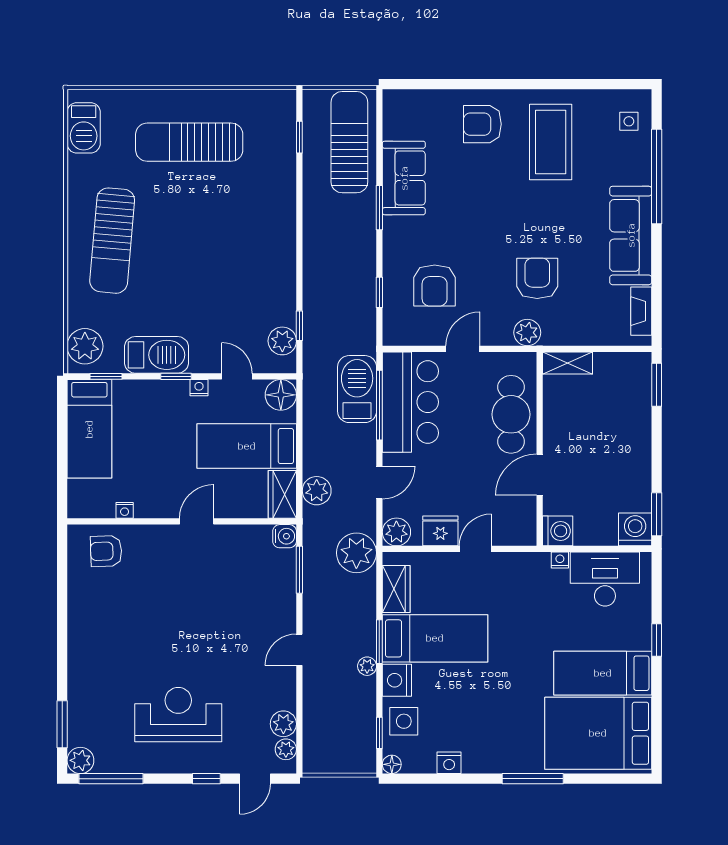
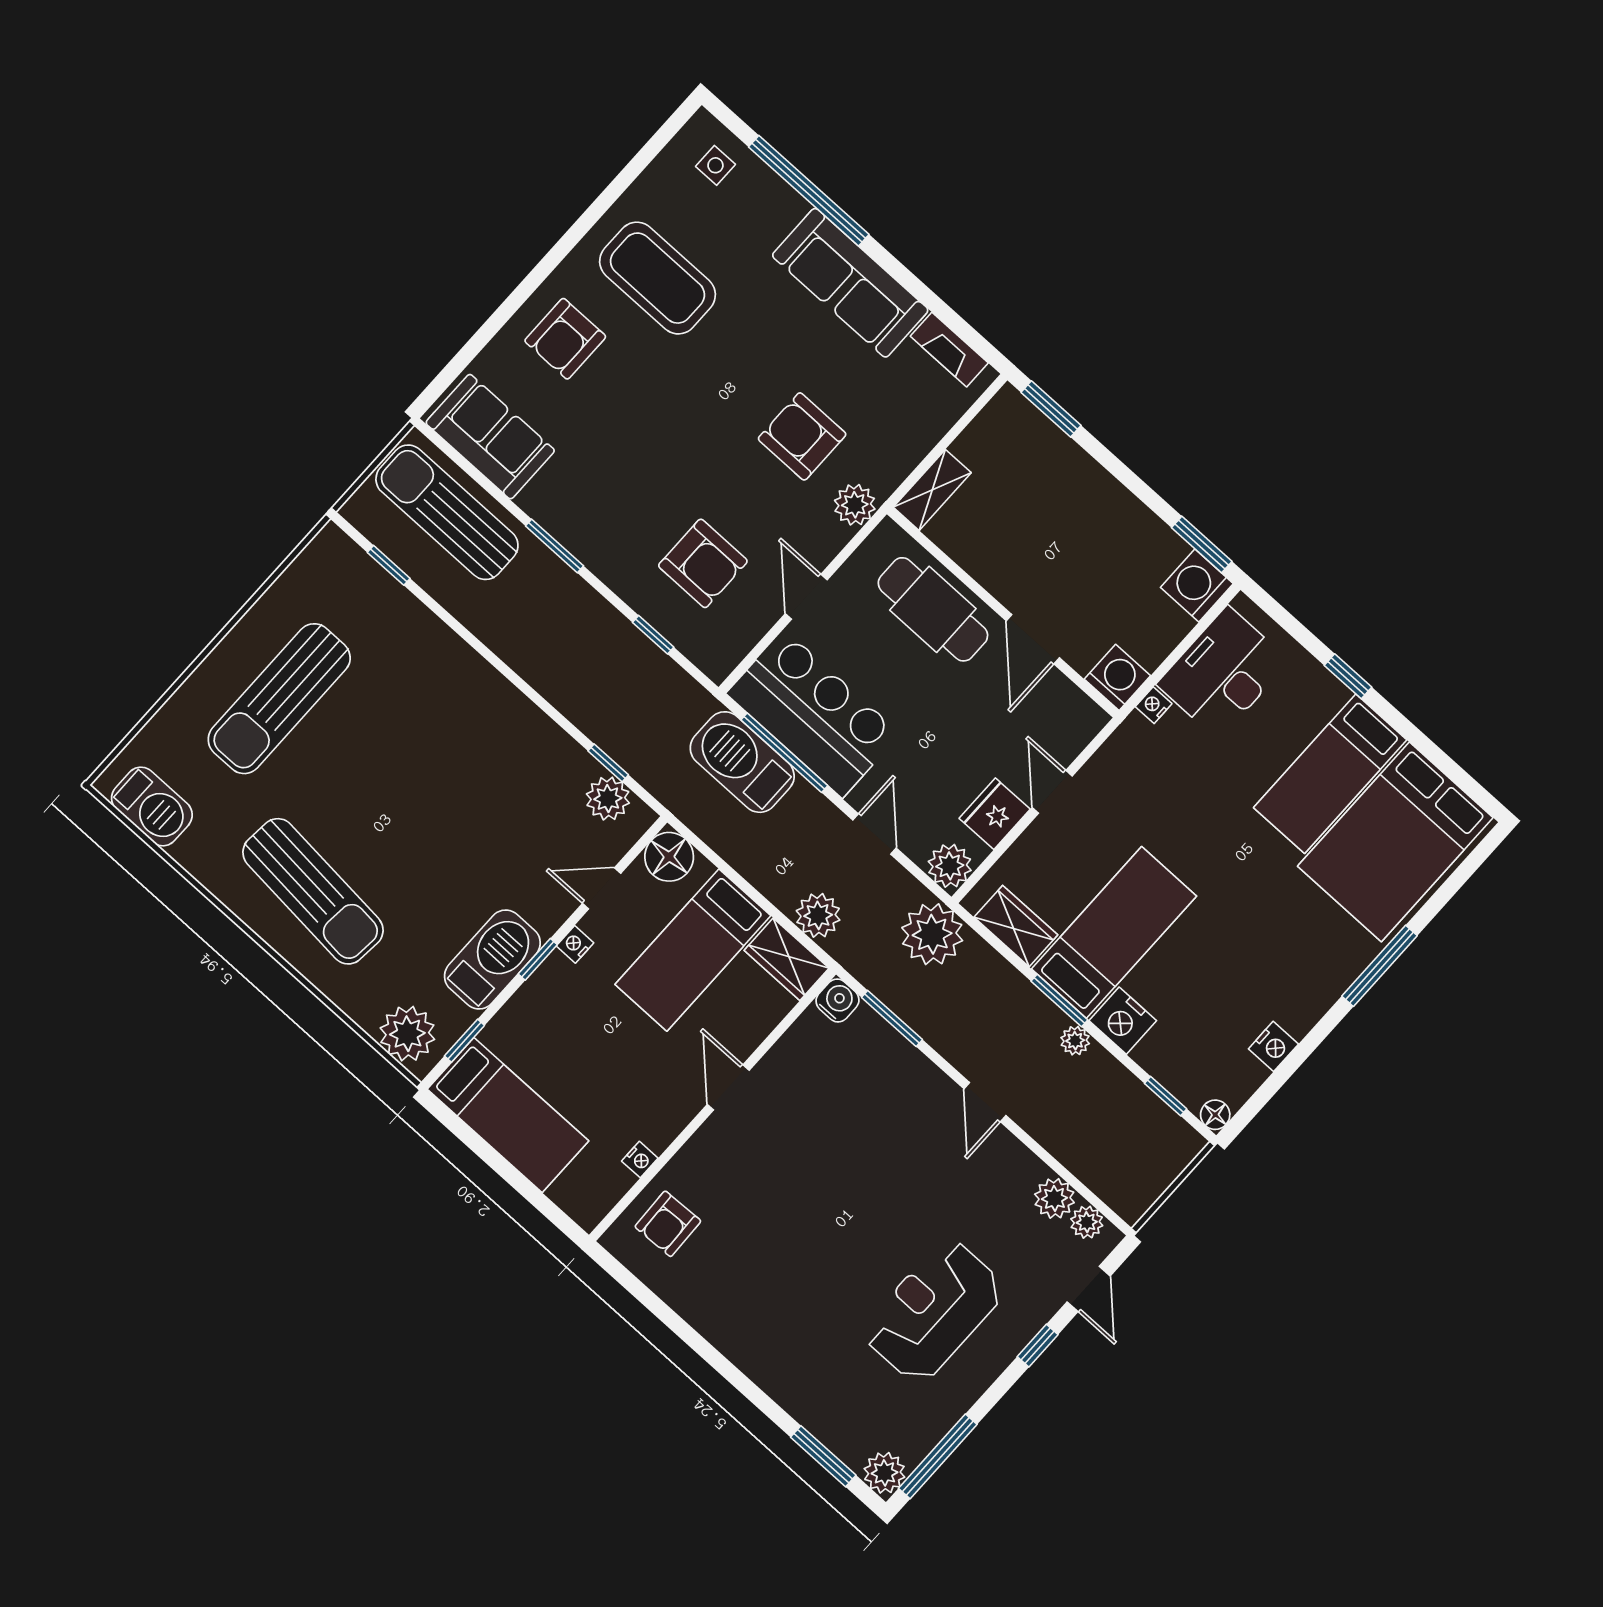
sofa: (404, 178) -> (490, 437), moved
side table: (404, 721) -> (1178, 1055), removed

